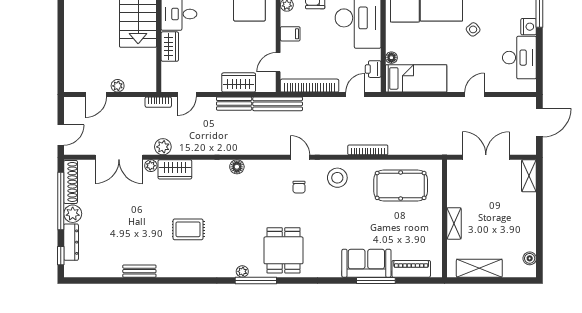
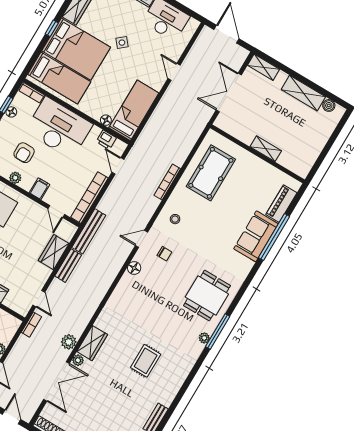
floor lamp: (237, 167) -> (134, 268), moved
stool: (337, 178) -> (175, 219), width x0.53, depth x0.53
dining table: (284, 250) -> (207, 296), turned 90
shelving: (479, 268) -> (303, 93), moved, turned 90
window: (376, 281) -> (274, 237), width x1.46

